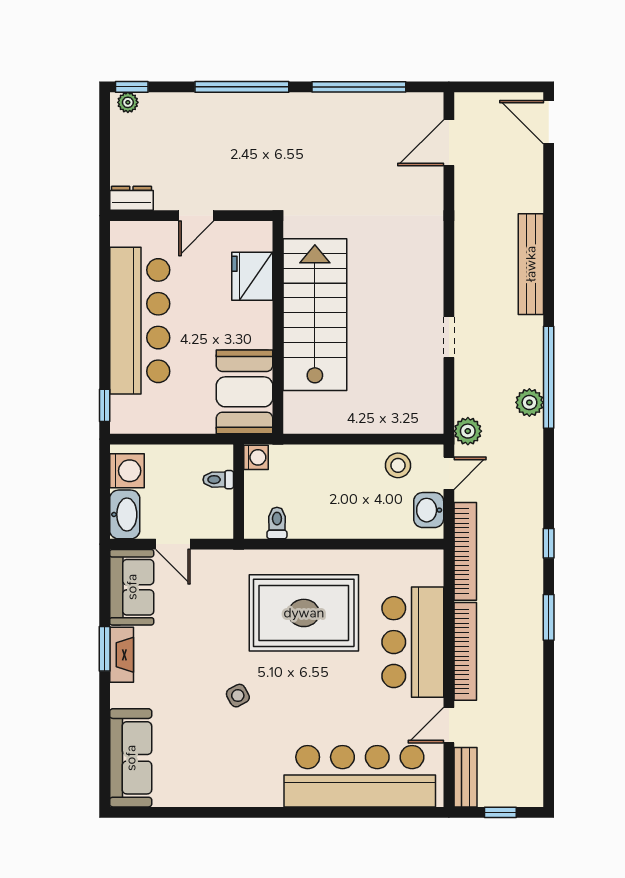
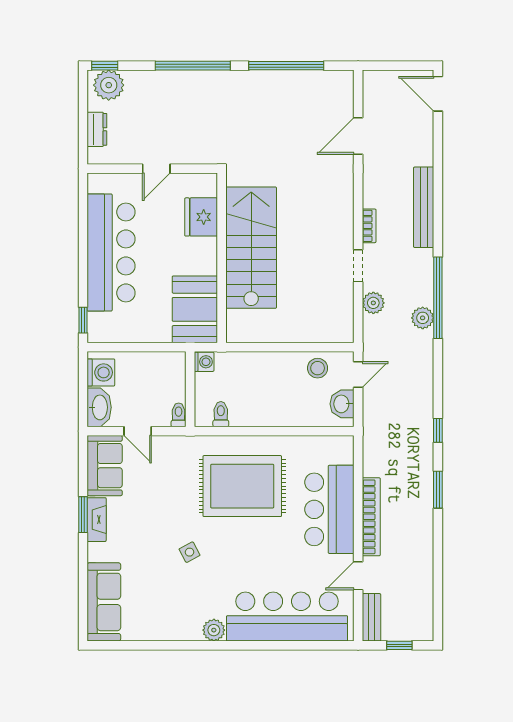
plant: (128, 102) -> (109, 85), width x1.87, depth x1.87
door: (449, 143) -> (358, 136), moved
dresser: (131, 198) -> (97, 129), moved, turned 90
plant: (468, 431) -> (373, 303), moved
toilet: (218, 480) -> (179, 415), moved, turned 90
bookcase: (465, 551) -> (369, 226), moved, width x0.43, depth x0.76
plant: (268, 793) -> (214, 630), added

